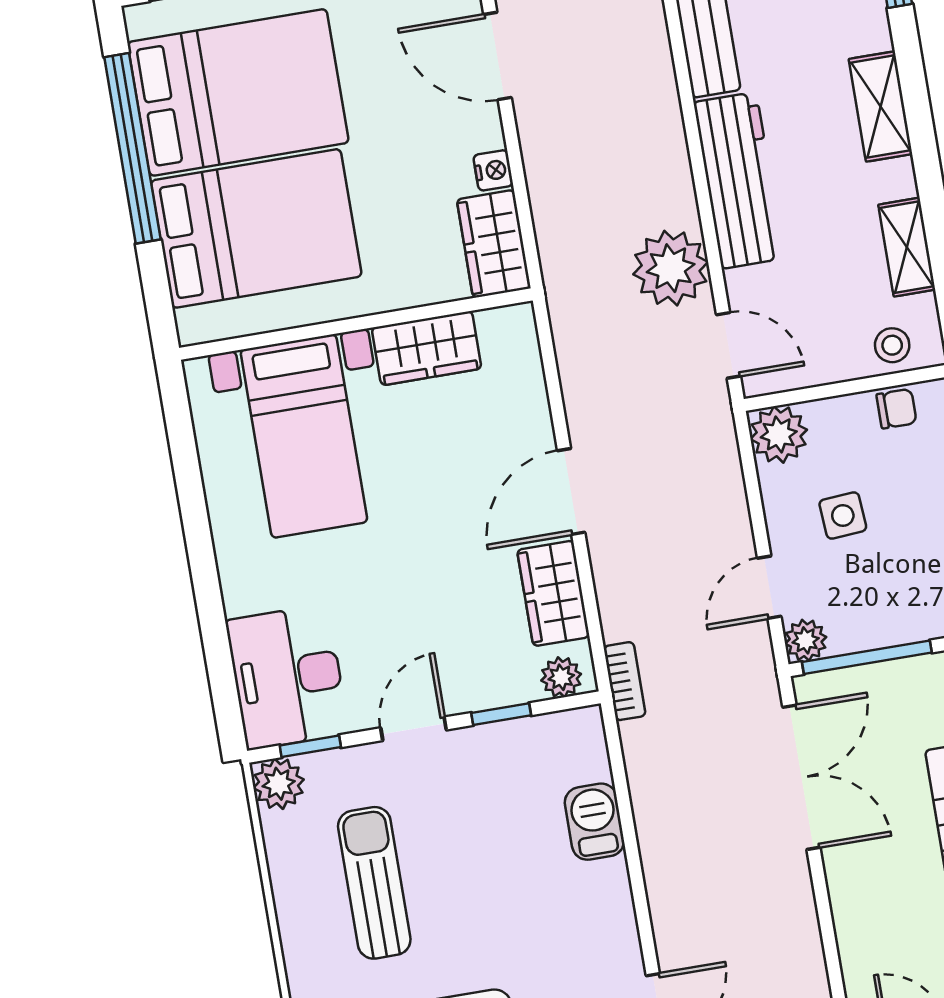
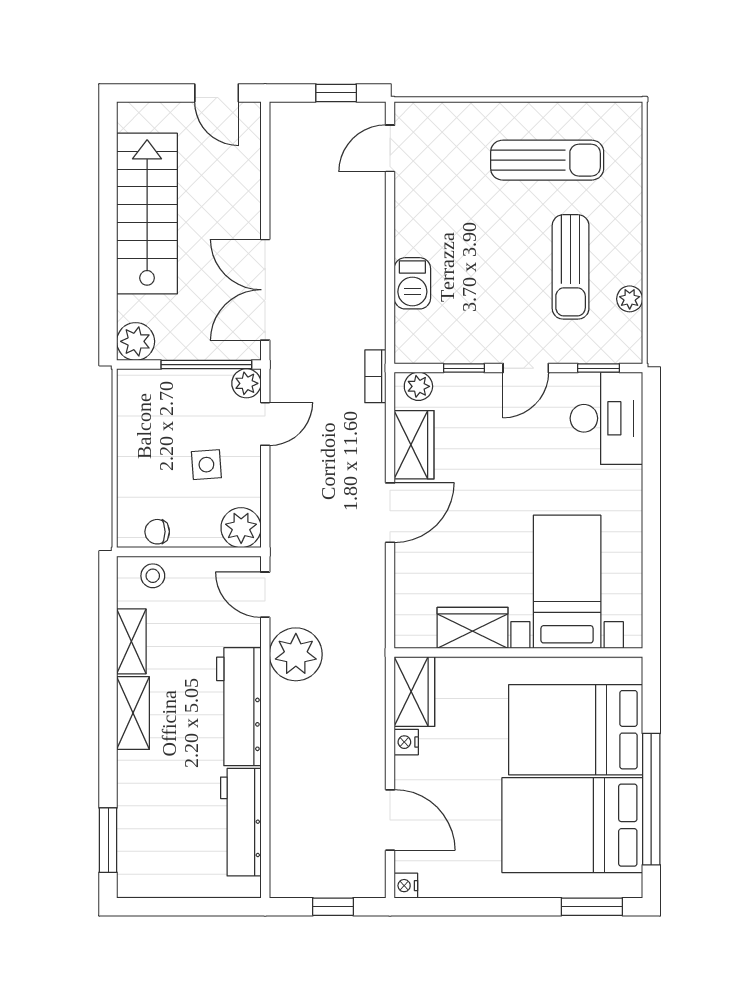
shelving: (881, 106) -> (133, 713), moved
plant: (279, 784) -> (630, 299), moved, width x0.73, depth x0.73

